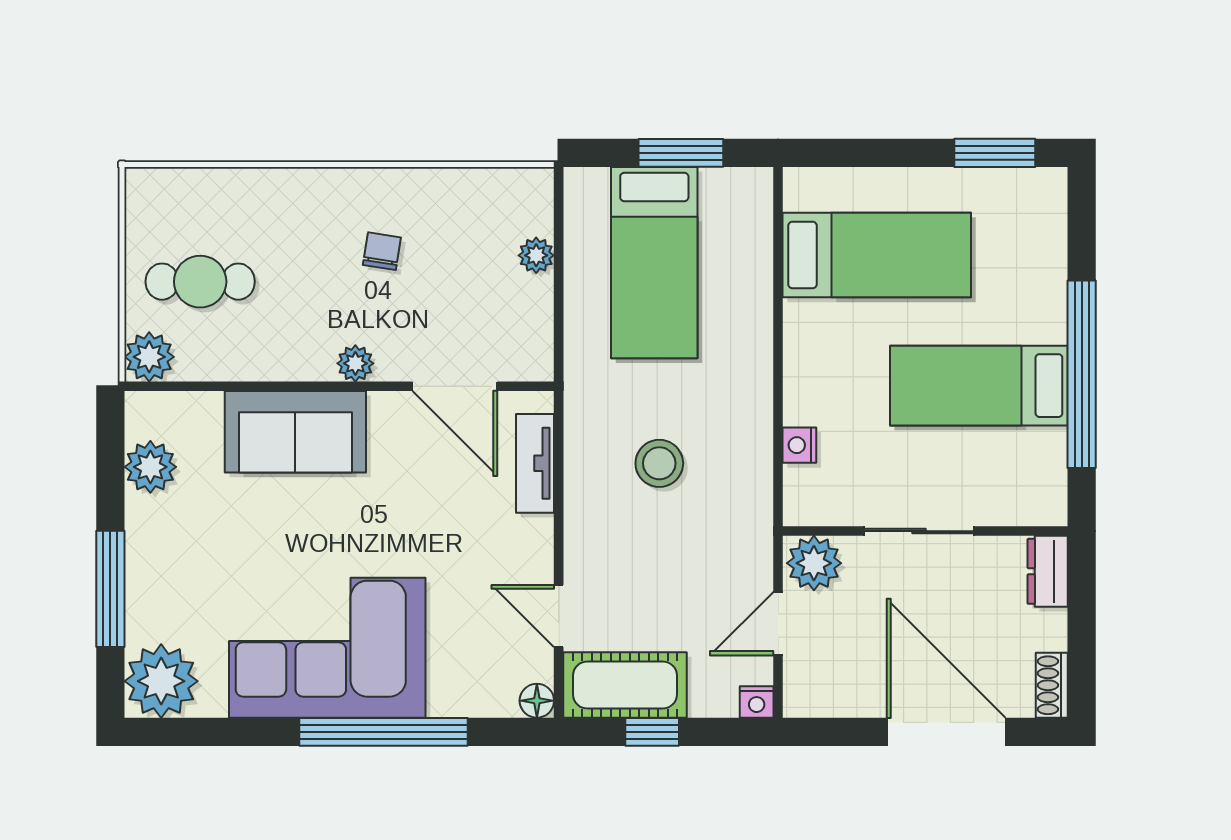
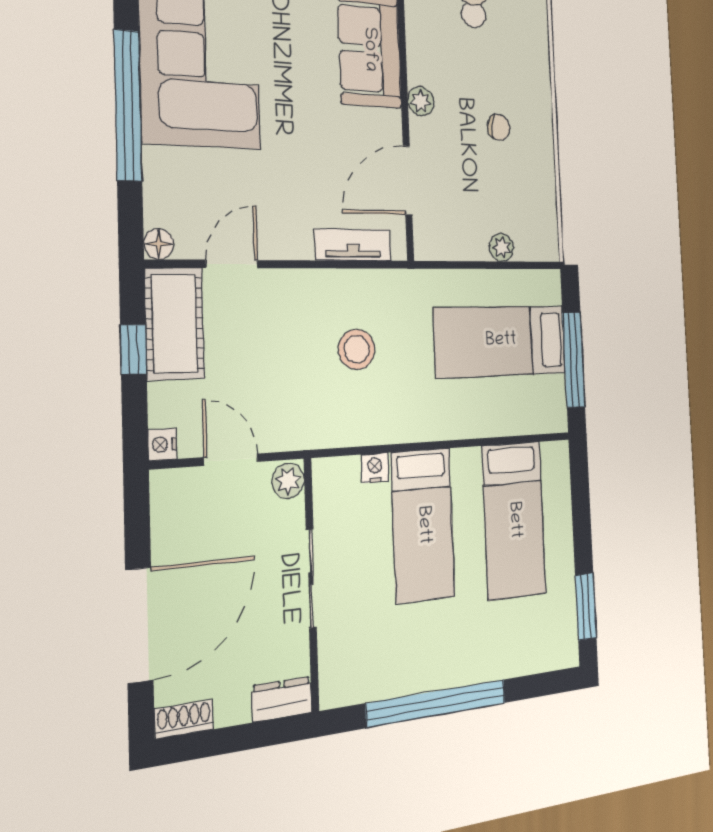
window: (681, 153) -> (574, 360), width x1.44
bed: (979, 386) -> (423, 525), moved, turned 180
plant: (814, 563) -> (288, 481), width x0.73, depth x0.73

